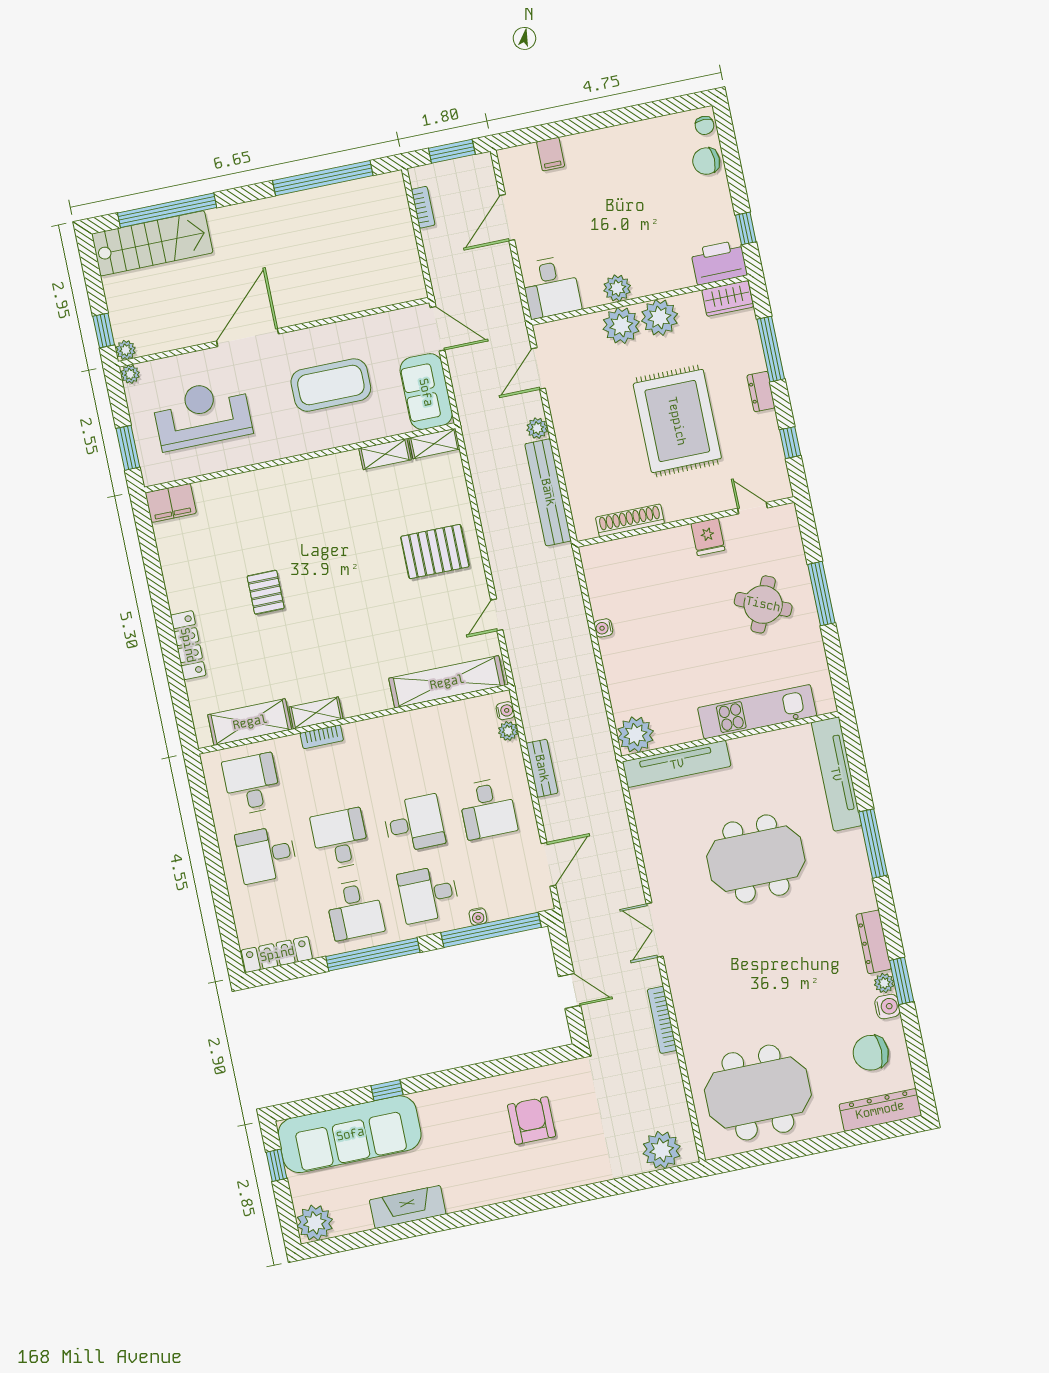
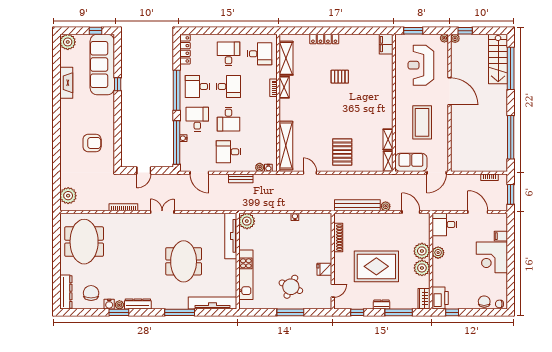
corner desk: (603, 164) -> (492, 257), added
reception desk: (202, 415) -> (421, 65), turned 180

